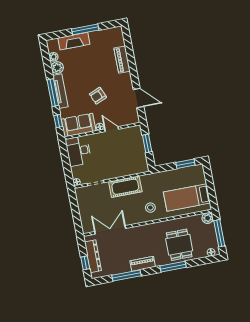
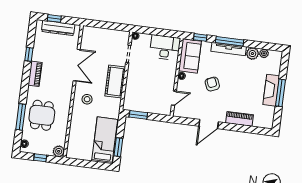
fireplace: (74, 41) -> (271, 90), moved
door: (138, 98) -> (209, 124), moved
door: (112, 129) -> (174, 98), moved
window: (147, 143) -> (138, 115), moved
bed: (187, 198) -> (105, 140), moved
double door: (110, 230) -> (77, 65), moved
window: (219, 233) -> (40, 158), width x0.46
dining table: (179, 245) -> (42, 115), turned 90
window: (173, 267) -> (21, 117), moved
window: (126, 276) -> (29, 54), width x0.46

